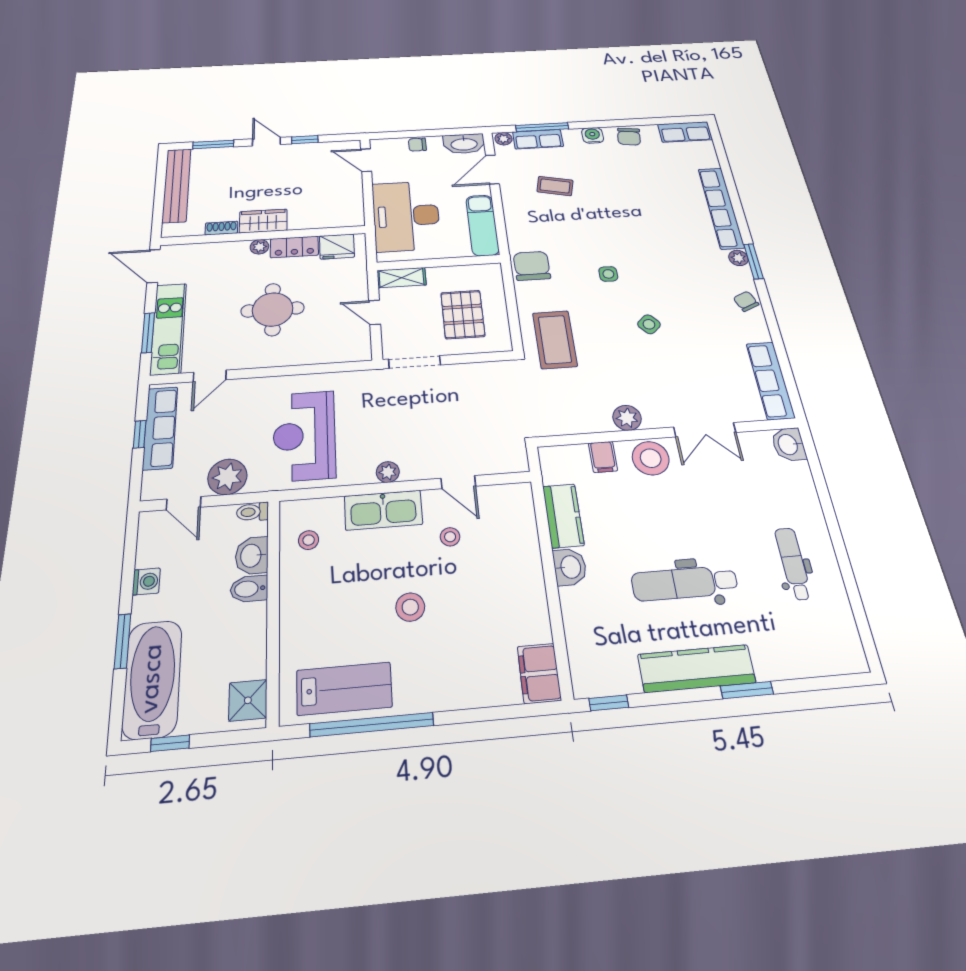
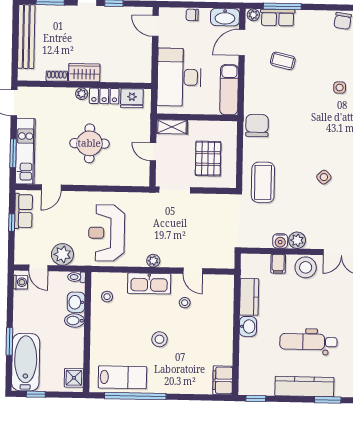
water cooler: (593, 135) -> (280, 241), moved, turned 180
side table: (608, 274) -> (340, 88), moved
row of seats: (160, 428) -> (23, 211), width x0.68
washing machine: (146, 581) -> (21, 282), moved

